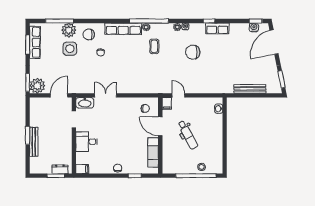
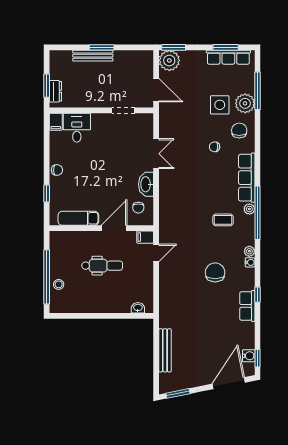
door: (274, 42) -> (229, 383), hinge flipped
washbasin: (85, 103) -> (146, 184), moved
dental chair: (188, 135) -> (102, 266), turned -152
desk: (87, 142) -> (77, 128), moved

